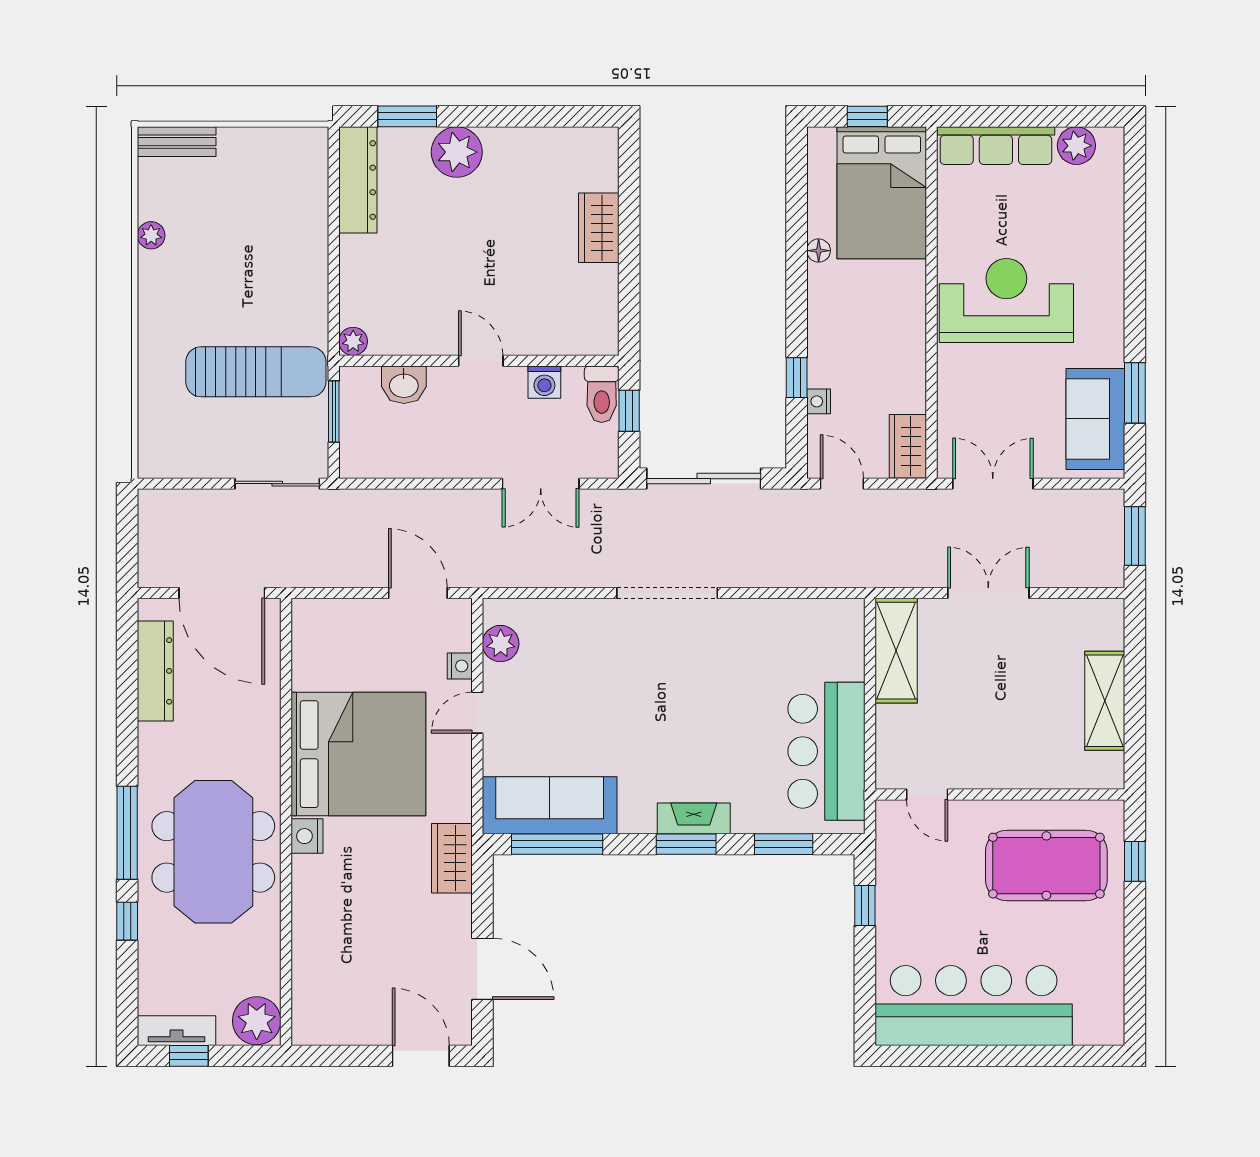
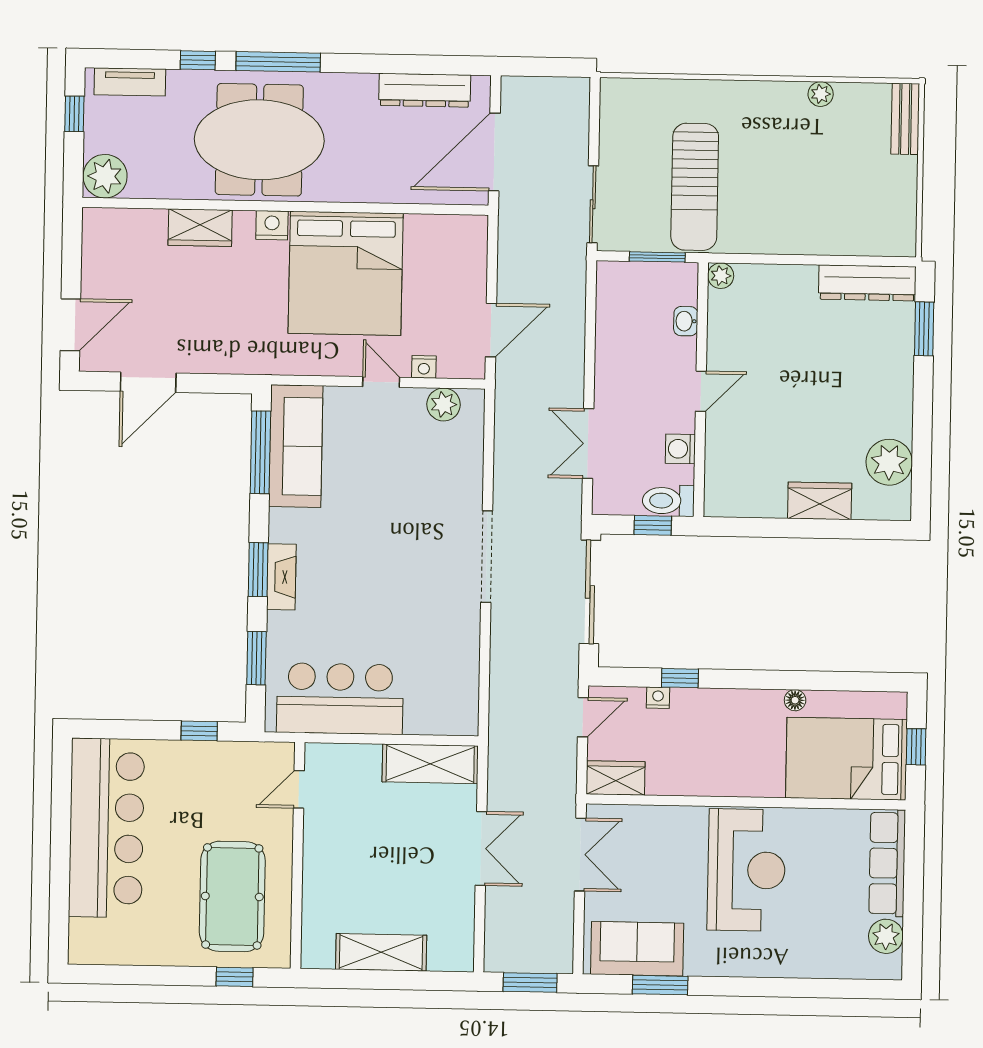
plant: (457, 152) -> (889, 462), moved
washbasin: (404, 385) -> (686, 321), width x0.72, depth x0.69
wardrobe: (452, 858) -> (200, 228), moved, turned 180
tv unit: (177, 1031) -> (130, 82), moved, turned 90

